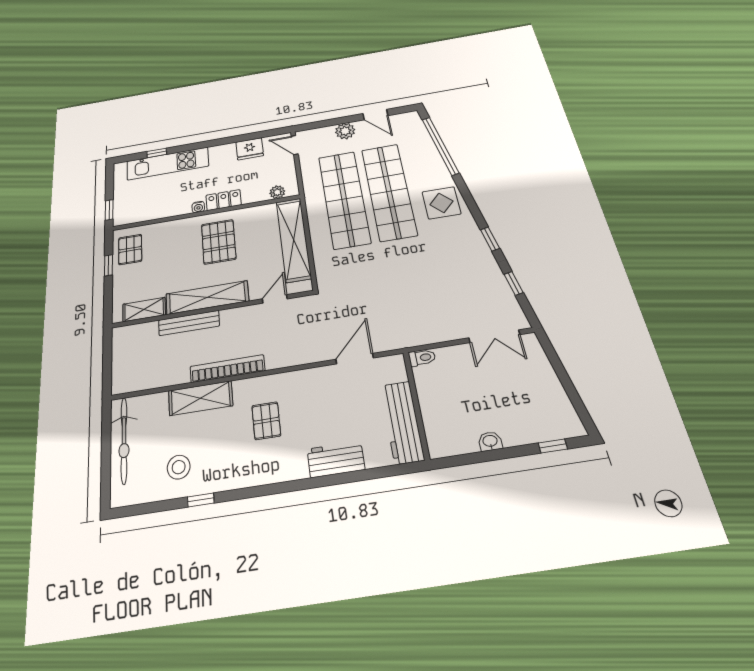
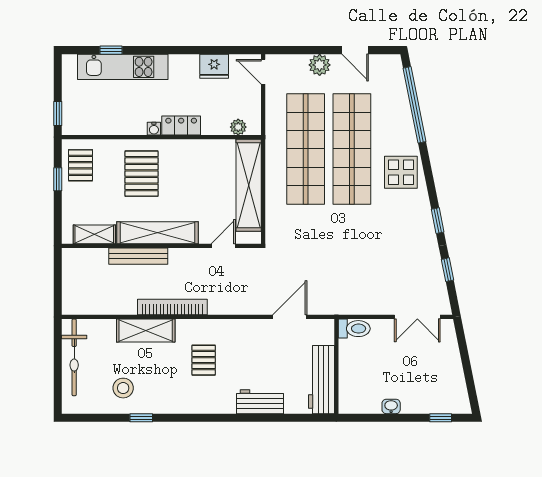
pallet: (219, 242) -> (142, 174), moved
toilet: (422, 358) -> (354, 329), width x1.37, depth x1.39

